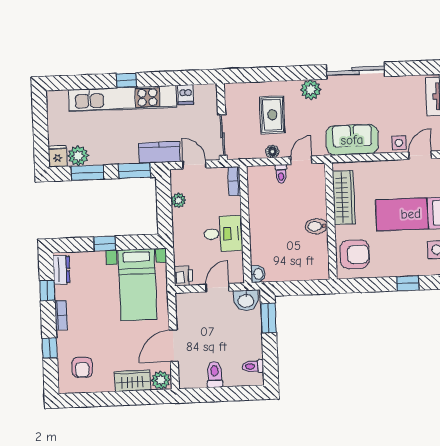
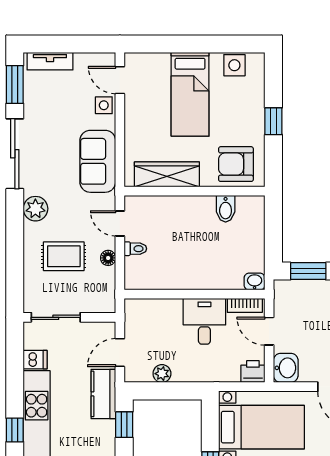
window: (413, 68) -> (15, 85), added
sliding door: (222, 135) -> (56, 317), moved
window: (135, 171) -> (124, 425), width x0.67
bookcase: (234, 181) -> (245, 305), moved
bidet: (316, 226) -> (226, 209), moved
armchair: (355, 254) -> (236, 164), turned -90
window: (408, 283) -> (273, 121), moved
washbasin: (246, 300) -> (286, 368), moved

